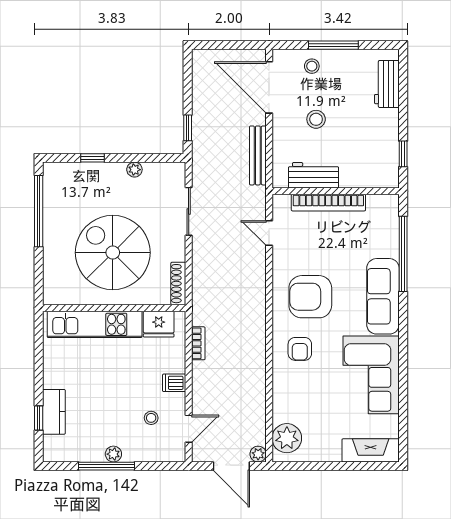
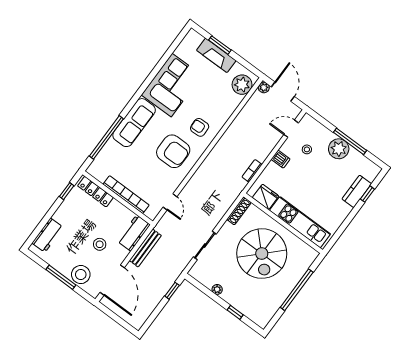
stool: (312, 66) -> (81, 275), width x1.89, depth x1.89
workbench: (313, 175) -> (134, 233), moved, turned 90
locker: (368, 179) -> (95, 192), added
window: (39, 211) -> (297, 290), moved
armchair: (300, 349) -> (200, 127), turned -92
fireplace: (371, 450) -> (216, 55), moved
plant: (113, 454) -> (339, 149), width x1.88, depth x1.88
window: (349, 466) -> (220, 45), added

